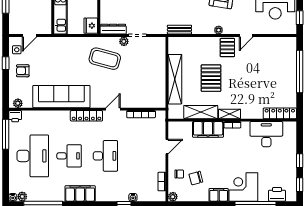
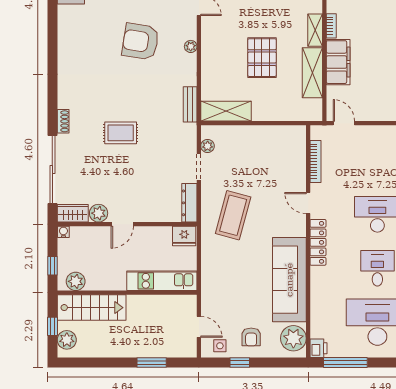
plant: (124, 41) -> (208, 146), moved
pallet: (227, 47) -> (217, 33), removed
pallet: (211, 78) -> (262, 58), turned 90
shelving: (175, 79) -> (226, 111), moved, width x0.68
plant: (18, 103) -> (293, 338), width x1.88, depth x1.88
door: (167, 147) -> (344, 123), moved

